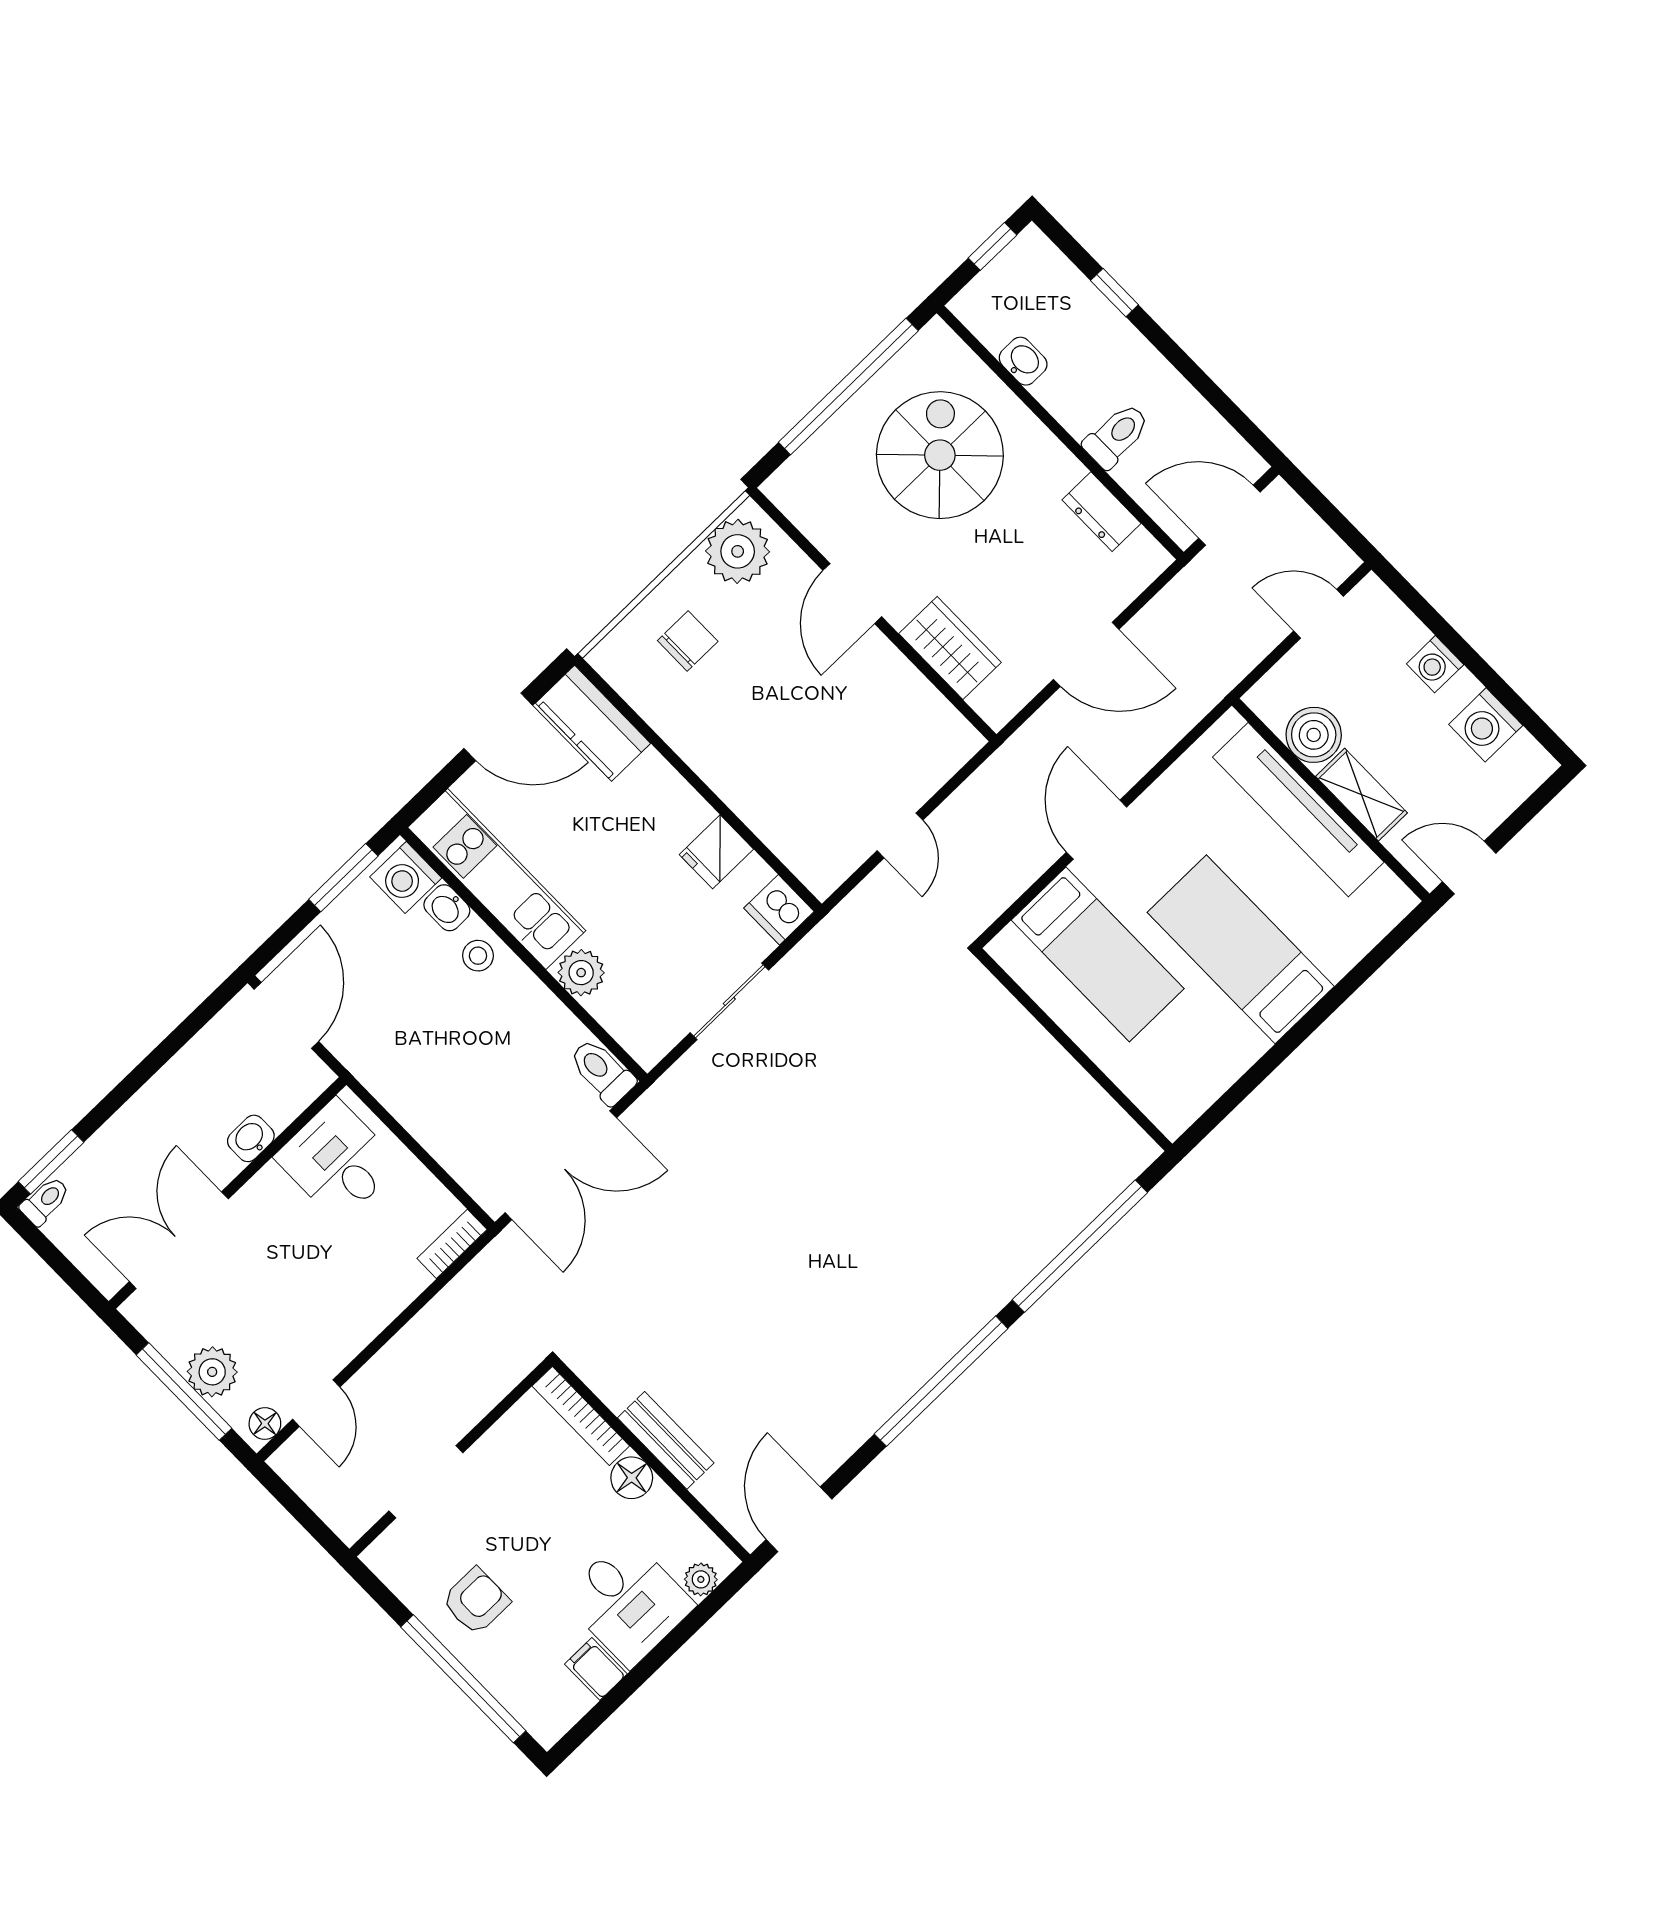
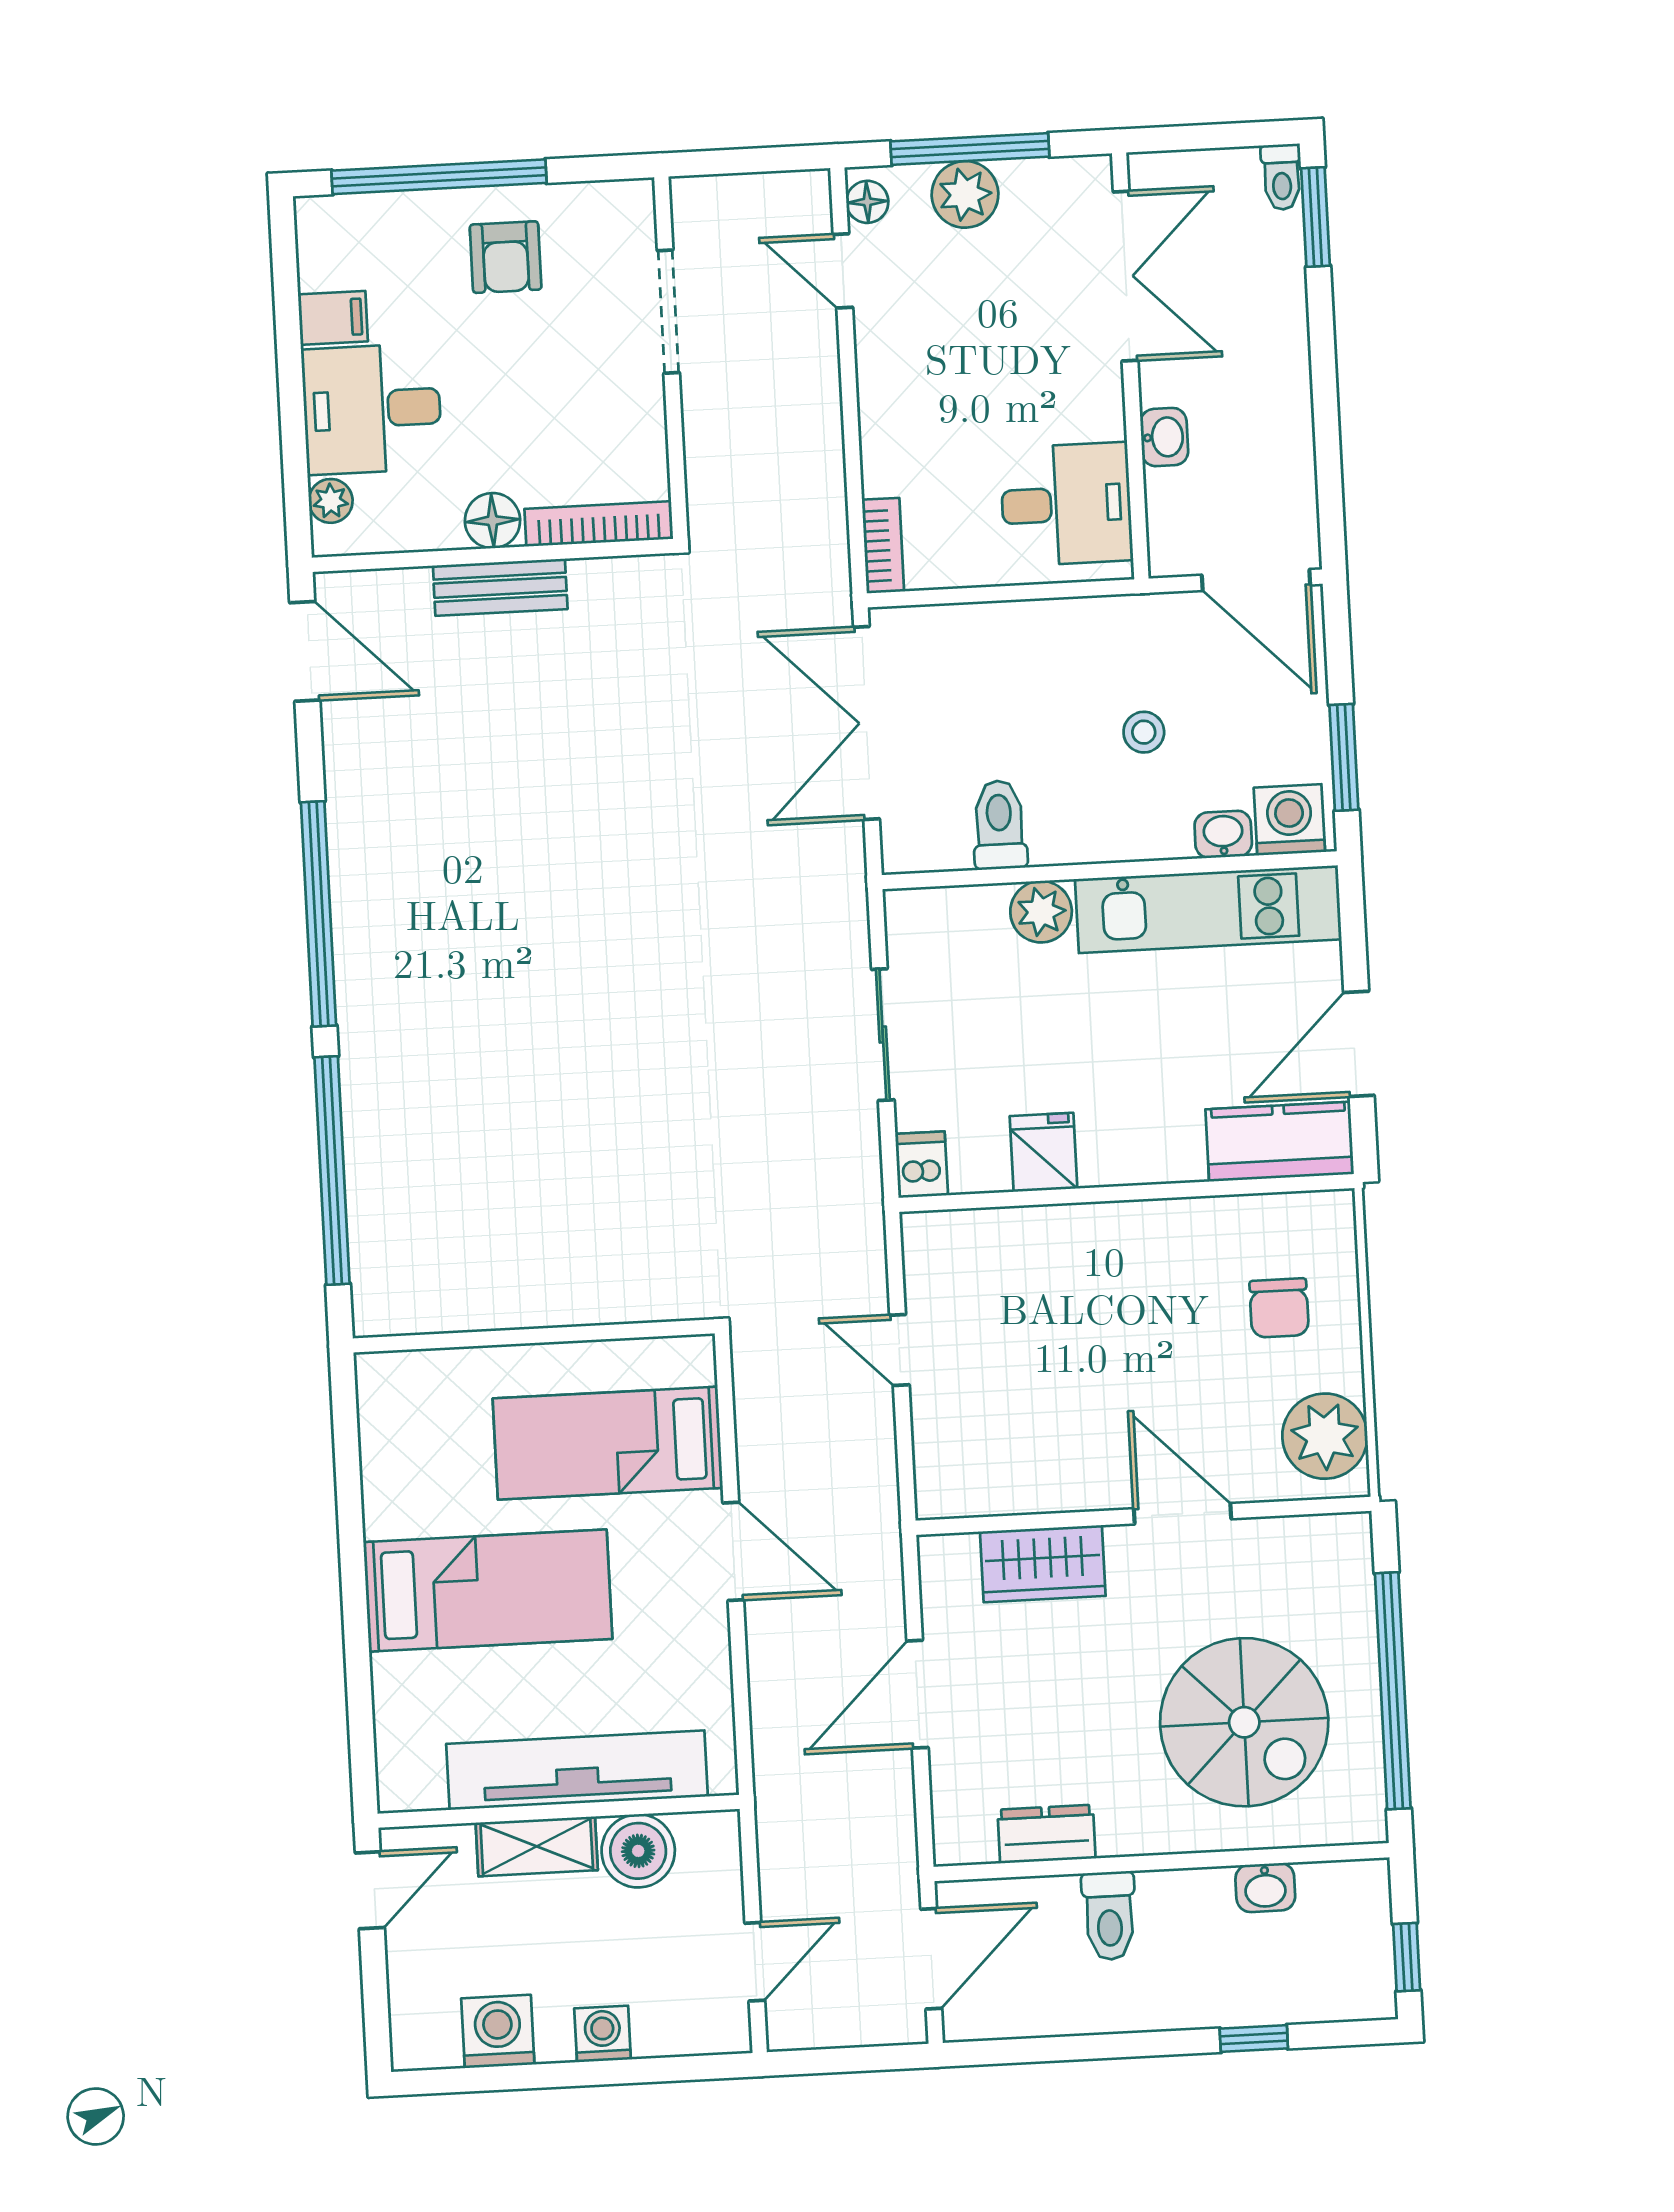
dishwasher: (779, 910) -> (922, 1165), width x0.73
stool: (478, 956) -> (1144, 732), moved
toilet: (602, 1072) -> (999, 825), moved, turned -90

